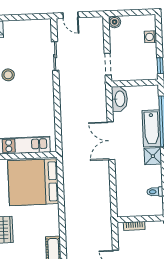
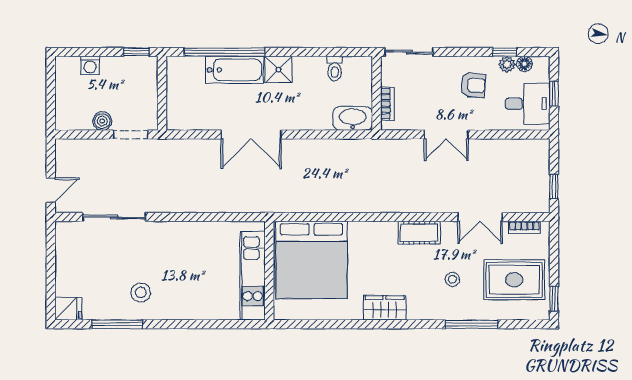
boiler: (115, 22) -> (102, 121), moved
sliding door: (55, 56) -> (114, 217), width x1.37
washbasin: (119, 99) -> (353, 118), moved

